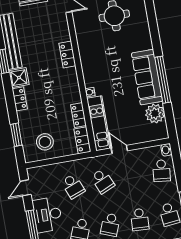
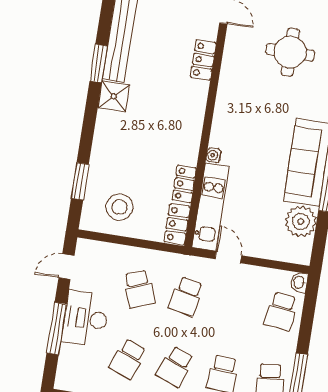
locker: (67, 54) -> (203, 60), moved
locker: (20, 99) -> (104, 129), removed
school desk: (103, 181) -> (186, 296), turned 36

